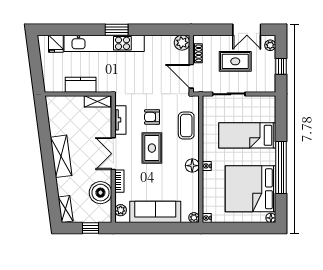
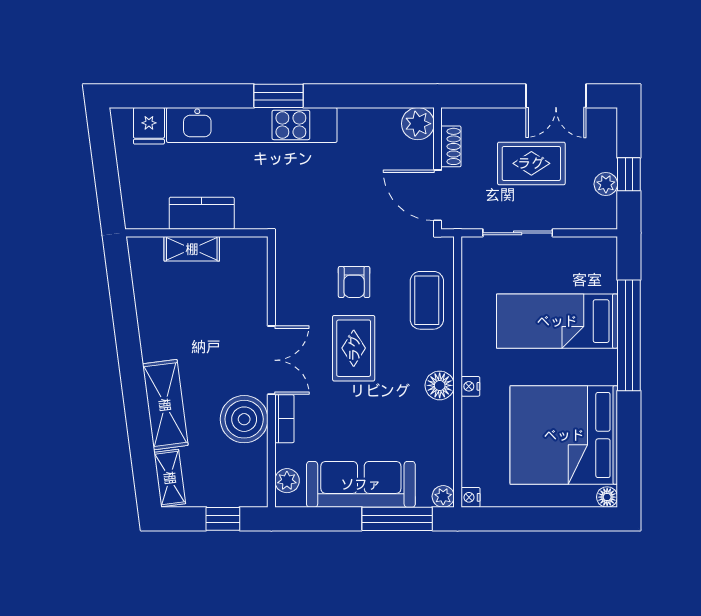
plant: (270, 45) -> (606, 184), moved
shelving: (97, 101) -> (192, 249), moved
armchair: (152, 117) -> (354, 282), turned -90
tv unit: (120, 120) -> (286, 288), removed
double door: (113, 154) -> (271, 360), swing flipped
shelving: (61, 156) -> (165, 405), moved
window: (281, 167) -> (629, 335), moved
boiler: (100, 193) -> (244, 419), moved
window: (172, 228) -> (397, 519), added

